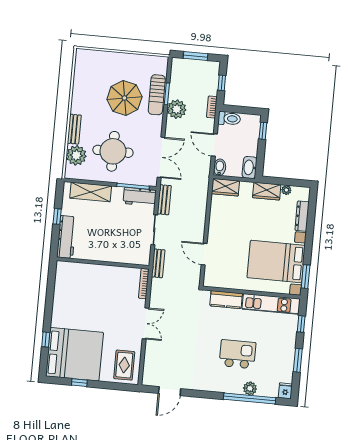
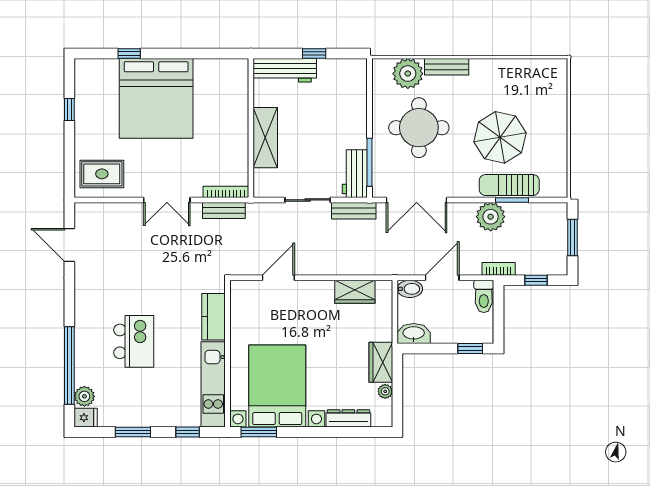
wardrobe: (225, 187) -> (355, 292), moved, turned -90
shelving: (91, 192) -> (265, 138), moved
bench: (158, 263) -> (224, 210), moved
bed: (75, 354) -> (156, 98), moved
plant: (250, 388) -> (84, 396), moved

